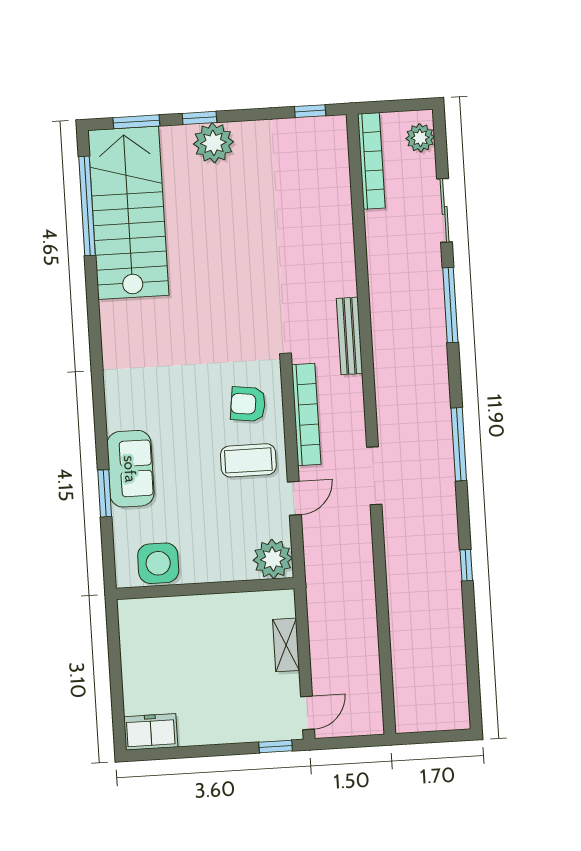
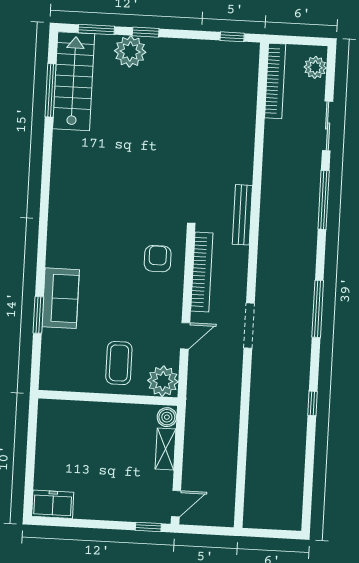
plant: (213, 143) -> (130, 51), moved
window: (87, 206) -> (50, 90), width x0.68
stairs: (128, 213) -> (74, 81), width x0.73, depth x0.66
armchair: (248, 404) -> (158, 259), turned 83
coffee table: (248, 460) -> (119, 363), moved, turned 90
side table: (158, 563) -> (74, 374), removed
boiler: (283, 604) -> (167, 417), added

